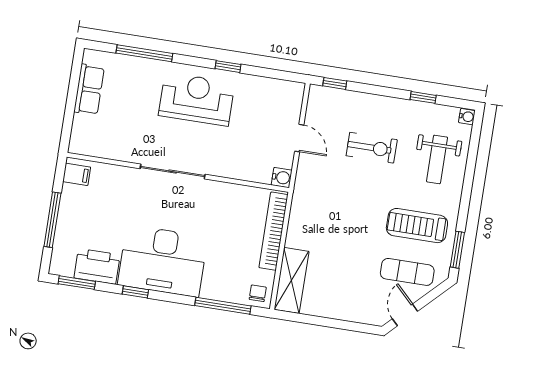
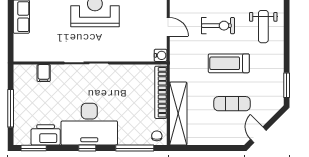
filing cabinet: (77, 174) -> (44, 73), moved, turned 90
treadmill: (417, 226) -> (229, 63), moved
exercise mat: (407, 272) -> (232, 104), moved
shelving: (291, 280) -> (178, 114), width x1.47
window: (135, 292) -> (87, 148), moved

